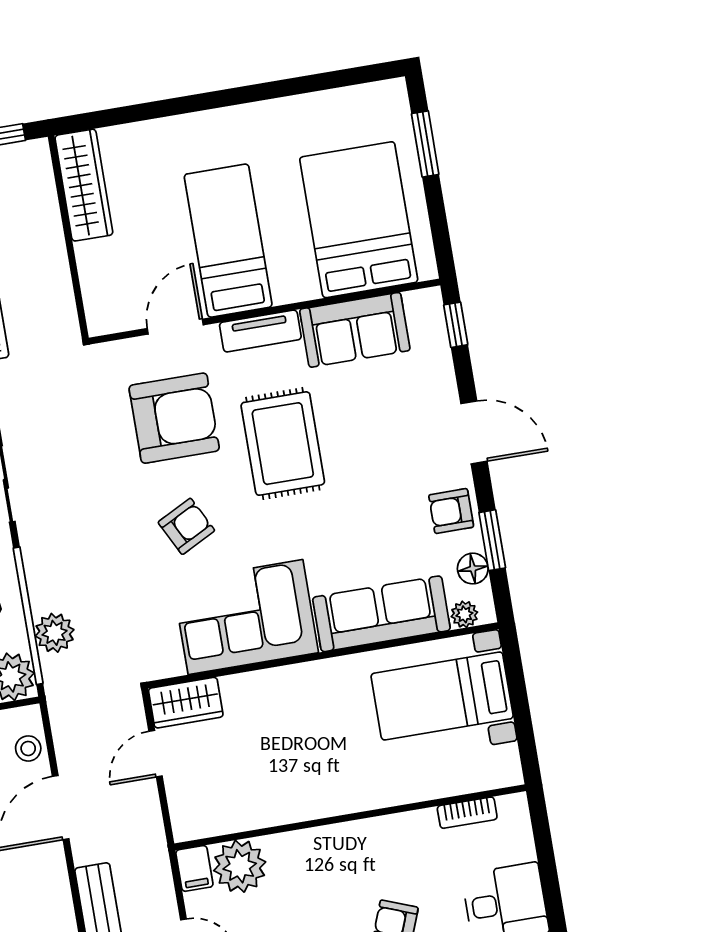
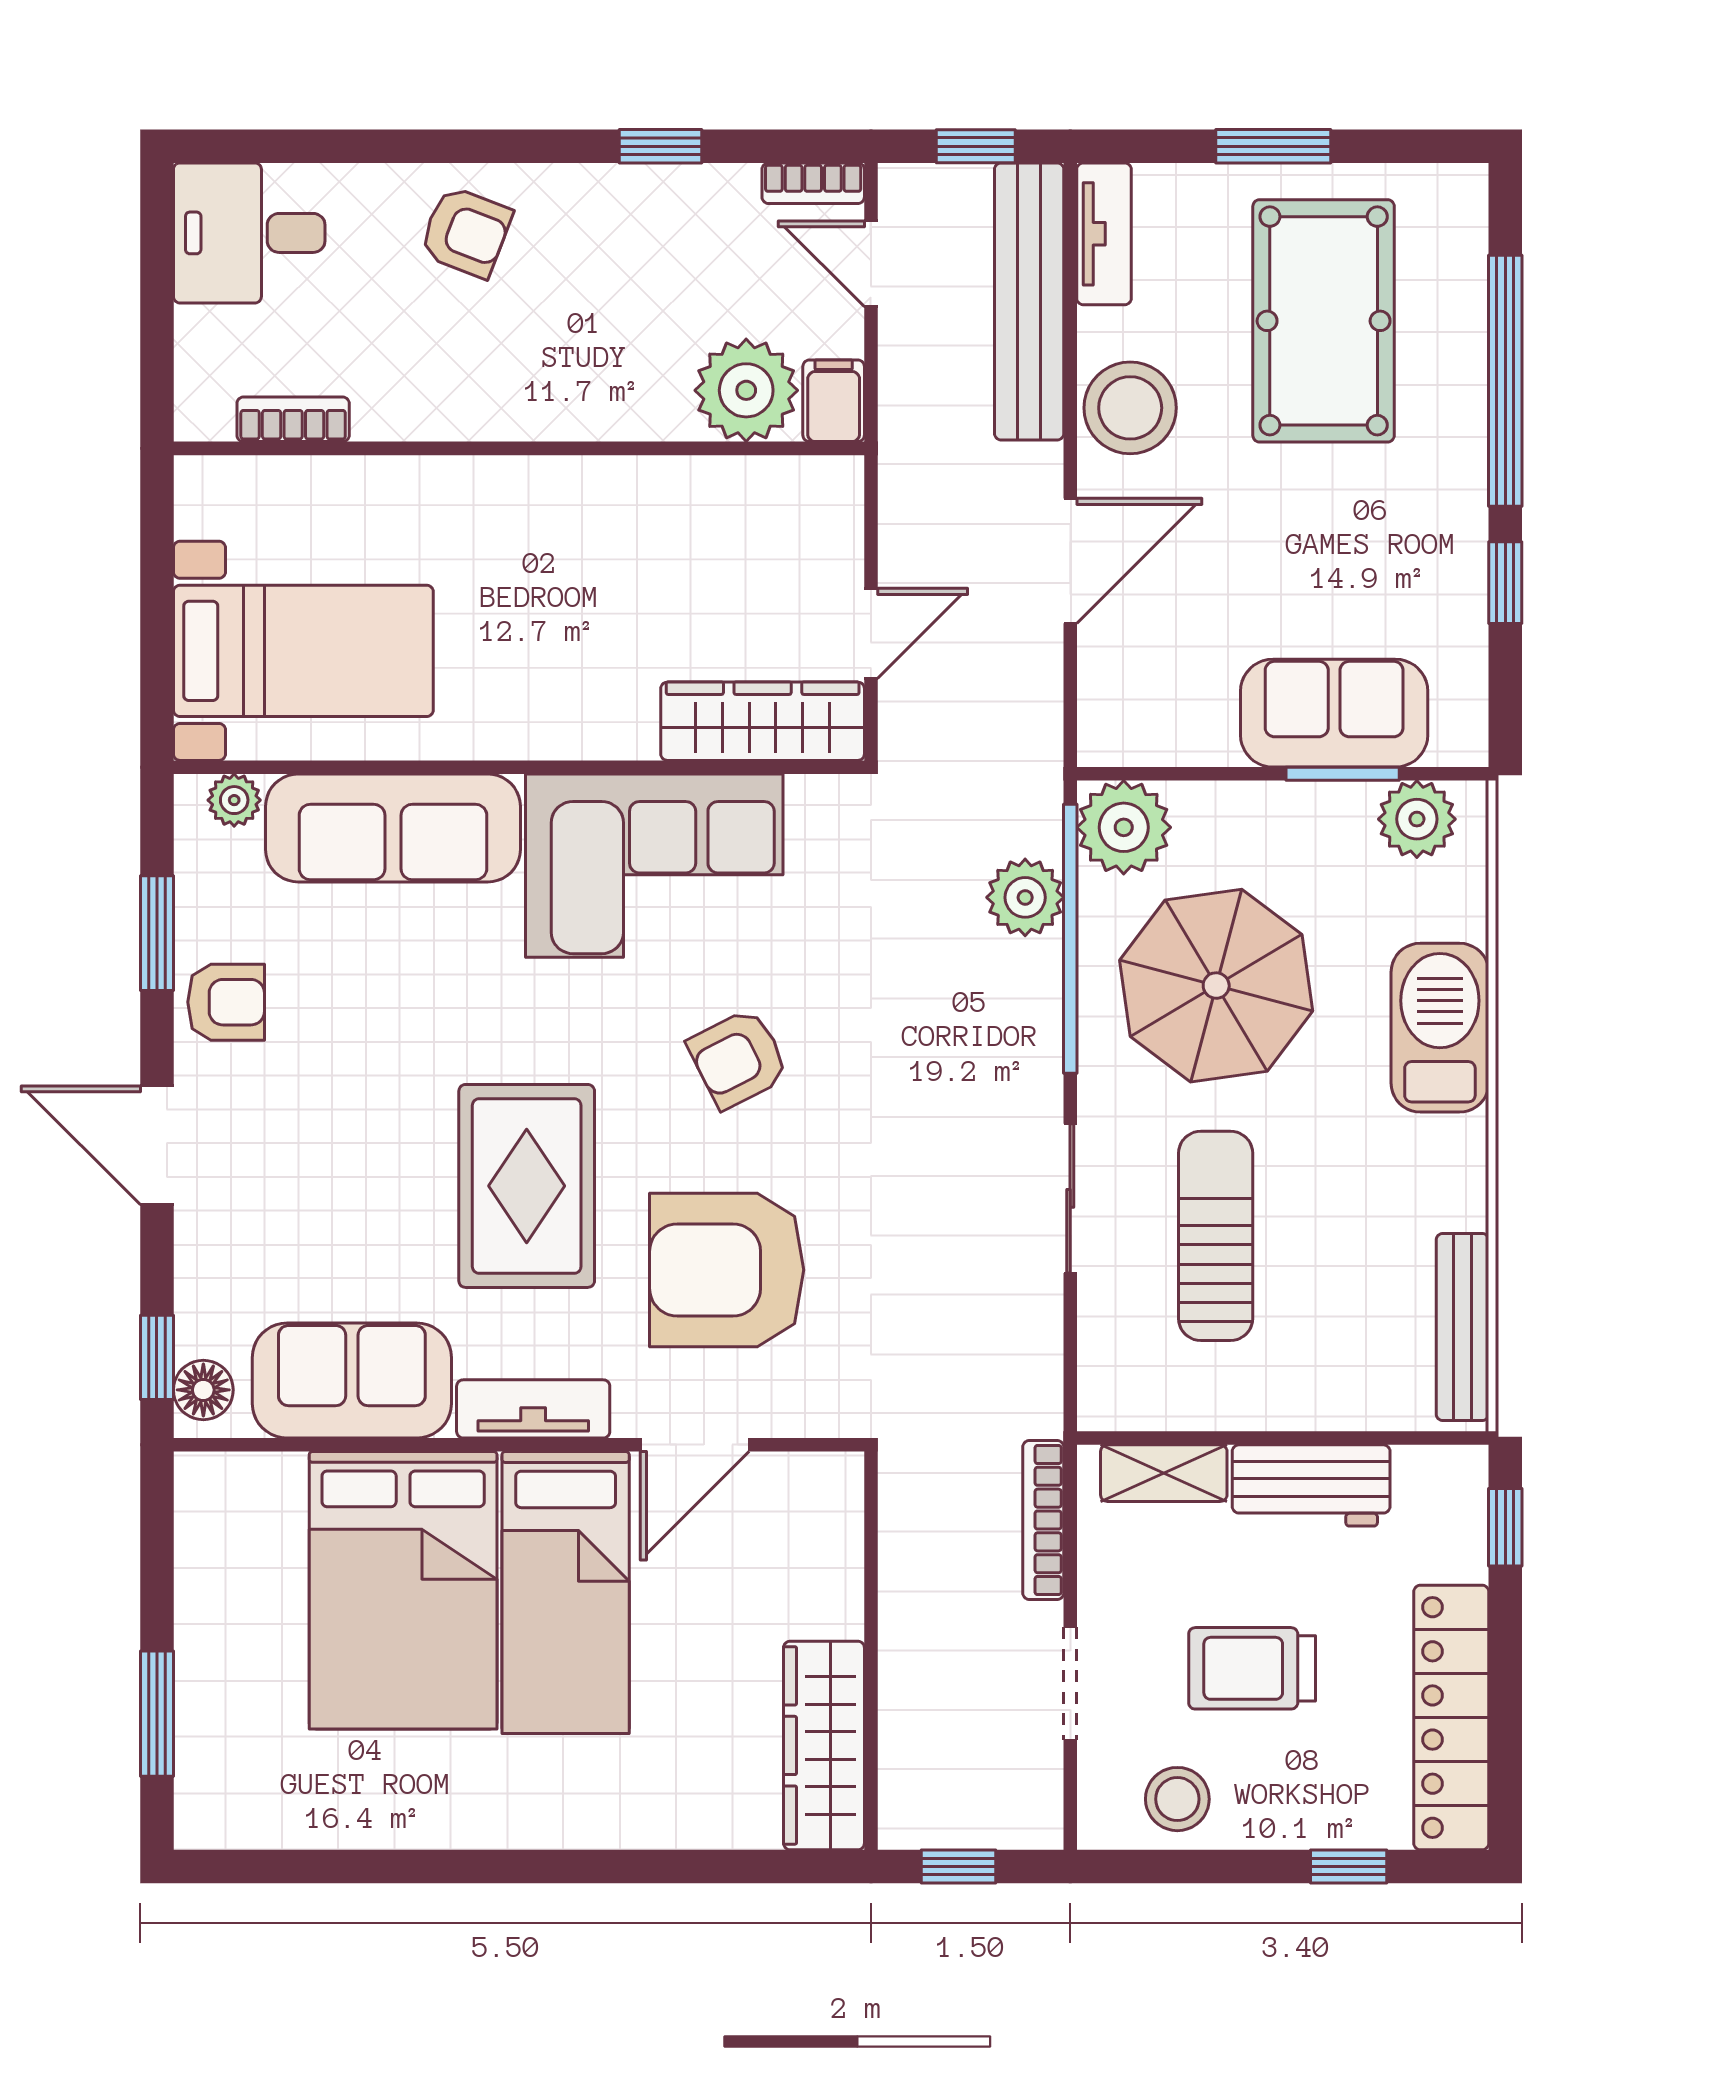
bed: (359, 220) -> (403, 1590), moved
floor lamp: (473, 569) -> (203, 1390), moved
wardrobe: (186, 703) -> (763, 721), width x1.50
stool: (28, 748) -> (1130, 408), moved, width x1.89, depth x1.89

